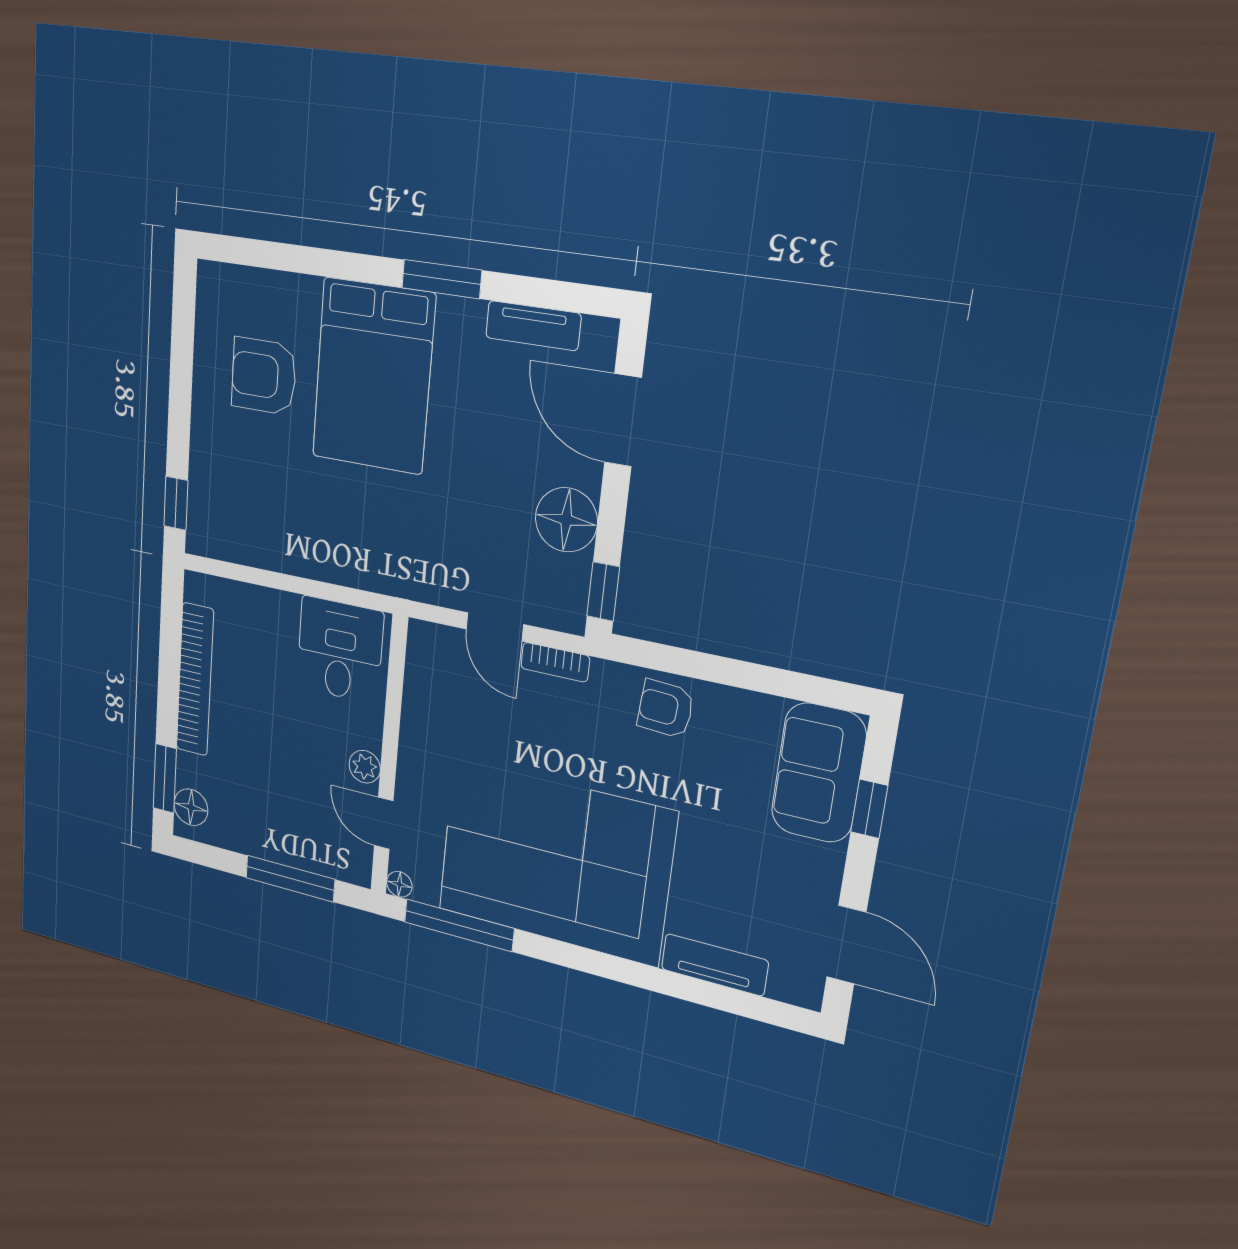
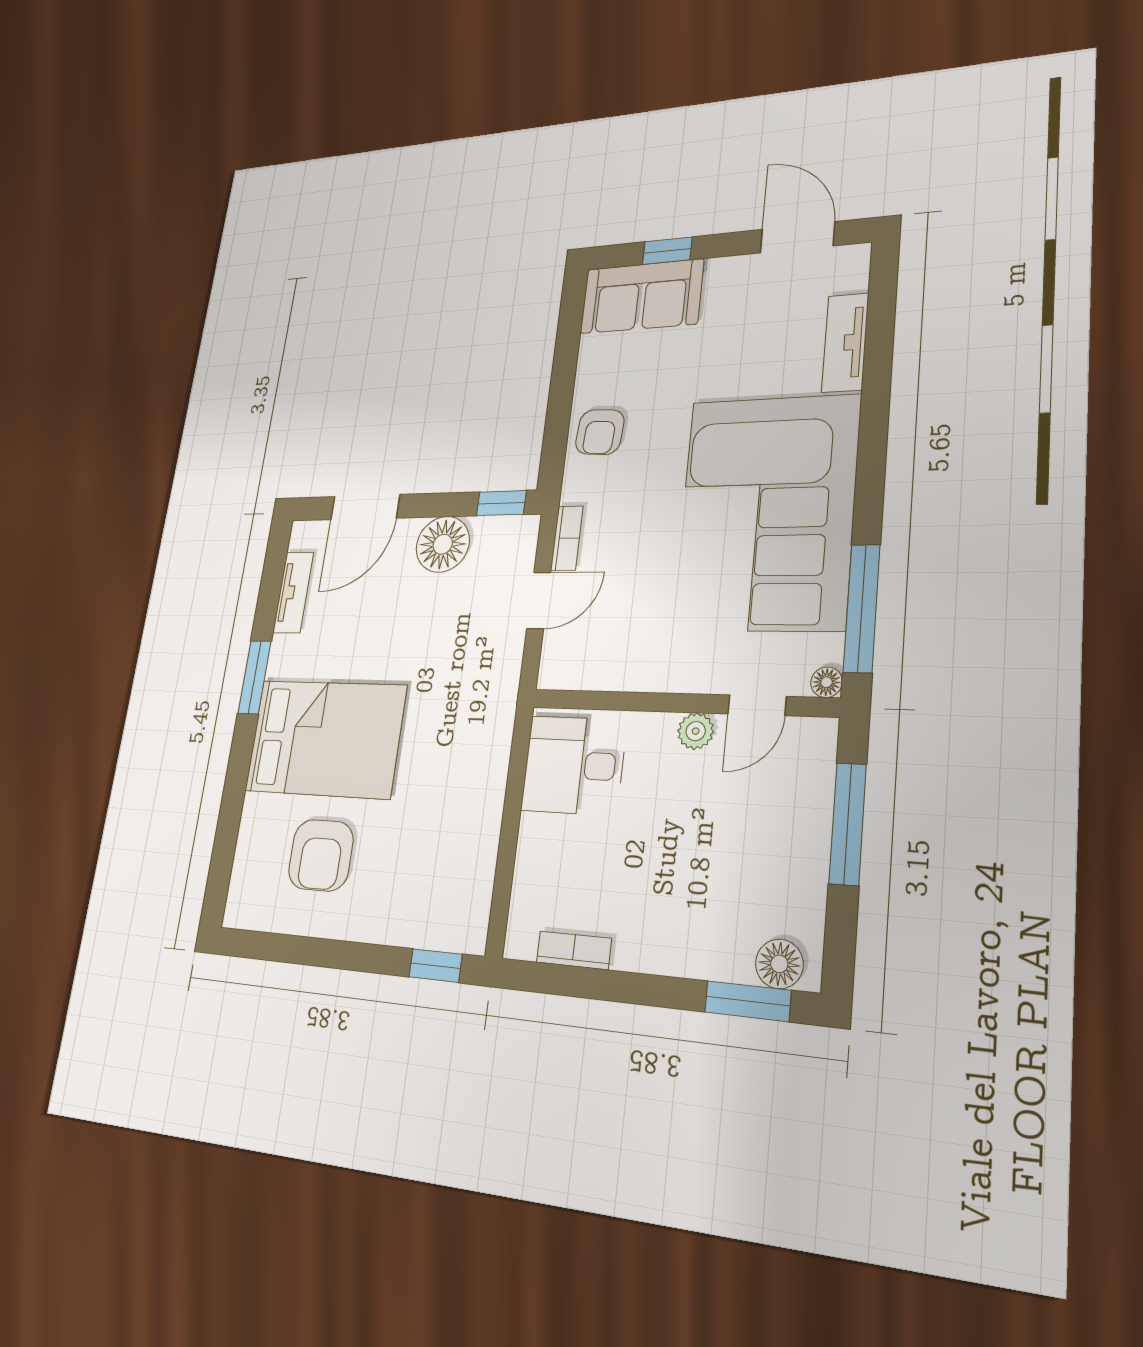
bookcase: (195, 680) -> (574, 950), width x0.43, depth x0.76
door: (846, 945) -> (797, 237), hinge flipped

